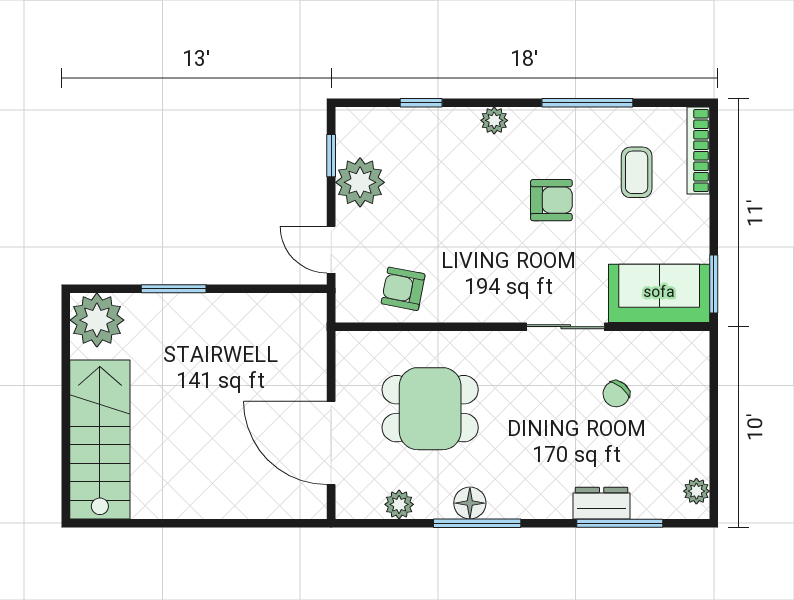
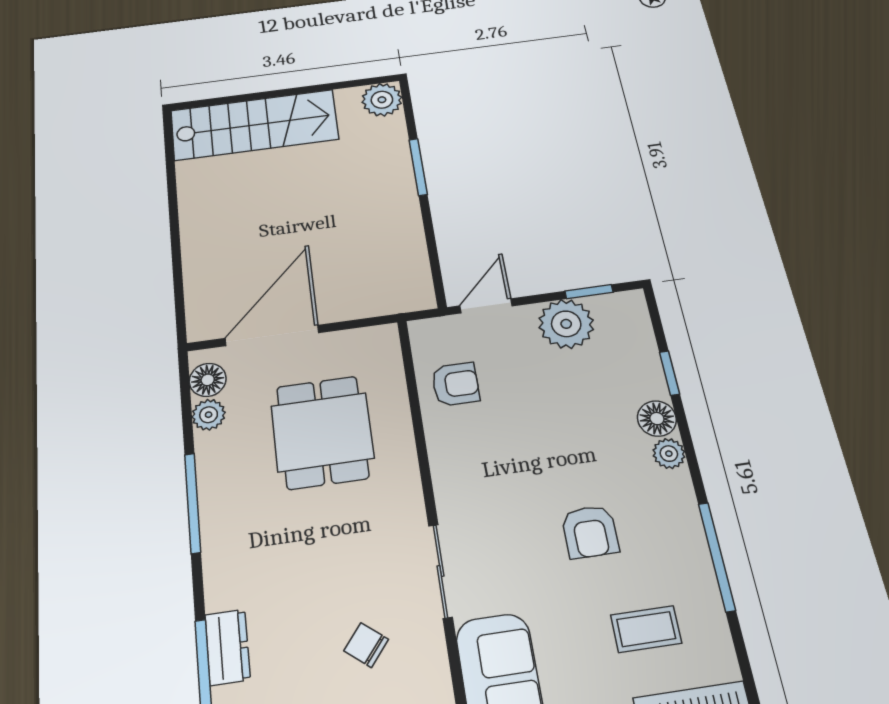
floor lamp: (461, 123) -> (657, 419), added
armchair: (403, 289) -> (456, 384), turned 79
plant: (97, 320) -> (382, 100), width x0.73, depth x0.73
floor lamp: (470, 503) -> (208, 380), moved

